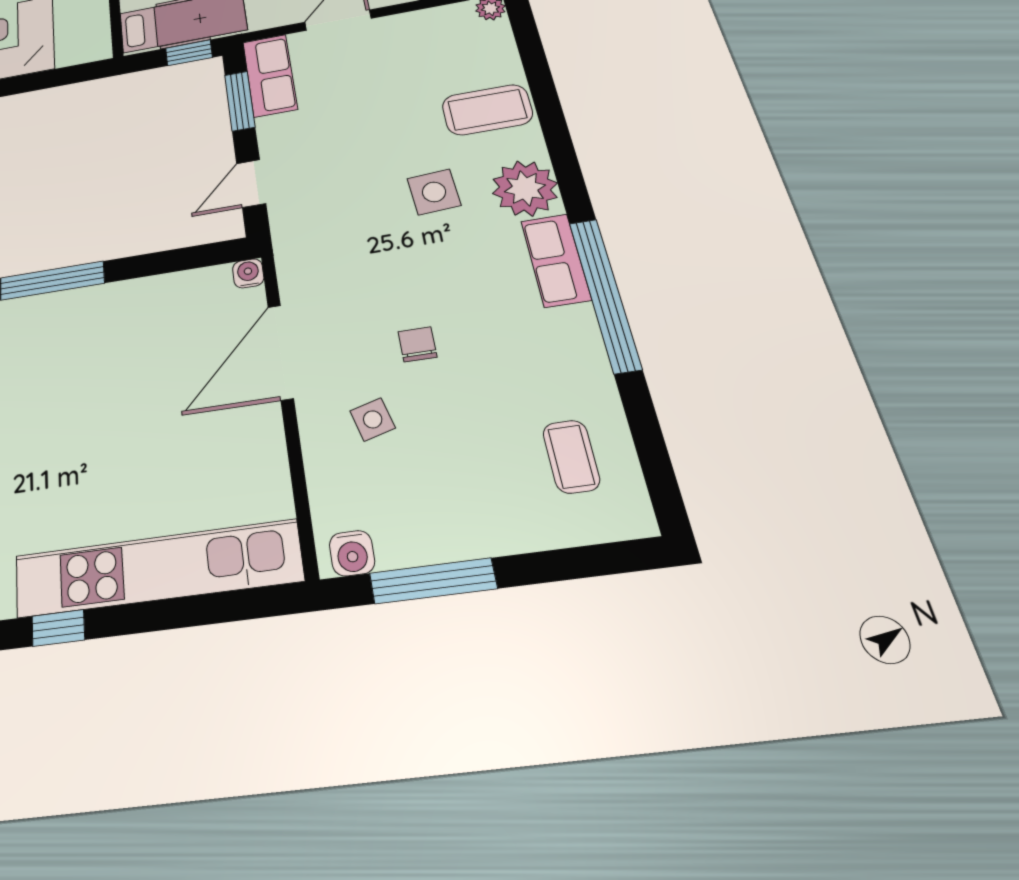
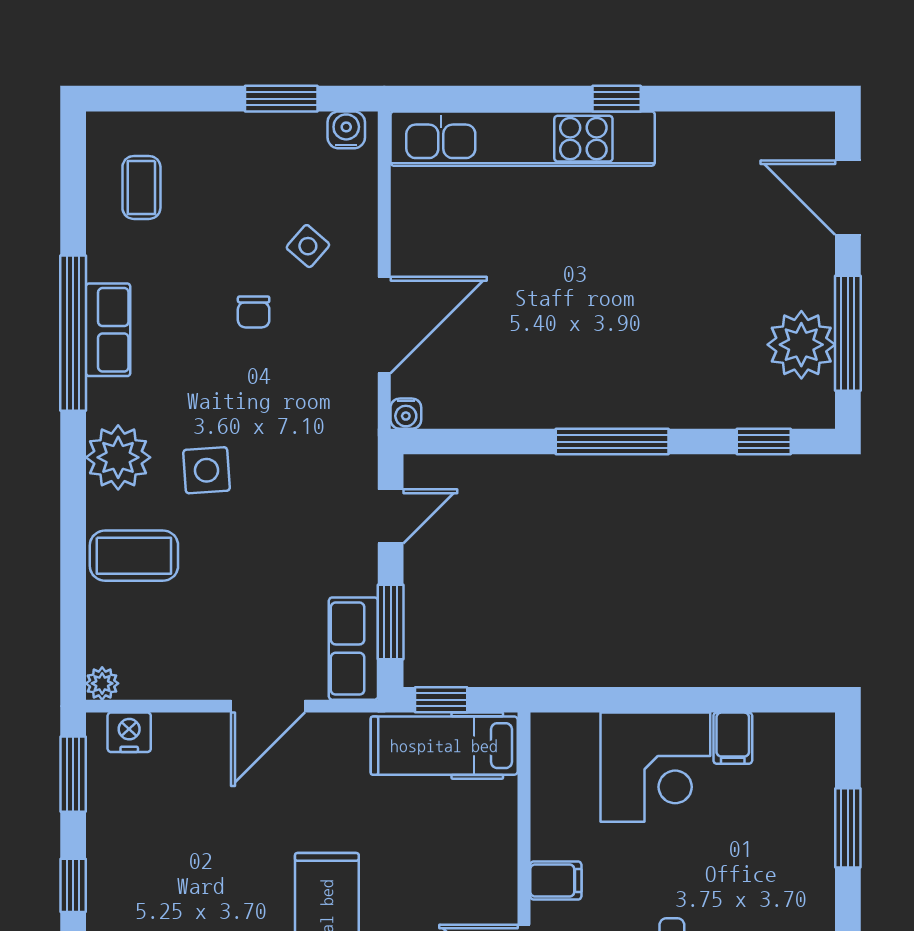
row of seats: (556, 260) -> (108, 330), moved
side table: (373, 419) -> (308, 246), turned -34
window: (433, 581) -> (281, 99), width x0.69

